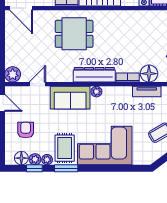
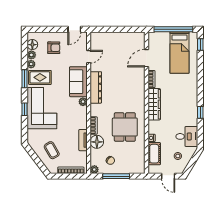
door: (21, 8) -> (147, 58), moved
dining table: (74, 34) -> (125, 127), moved
plant: (13, 74) -> (96, 38), removed
dresser: (94, 75) -> (96, 87), moved
door: (37, 84) -> (89, 57), hinge flipped
window: (34, 168) -> (25, 109), moved

